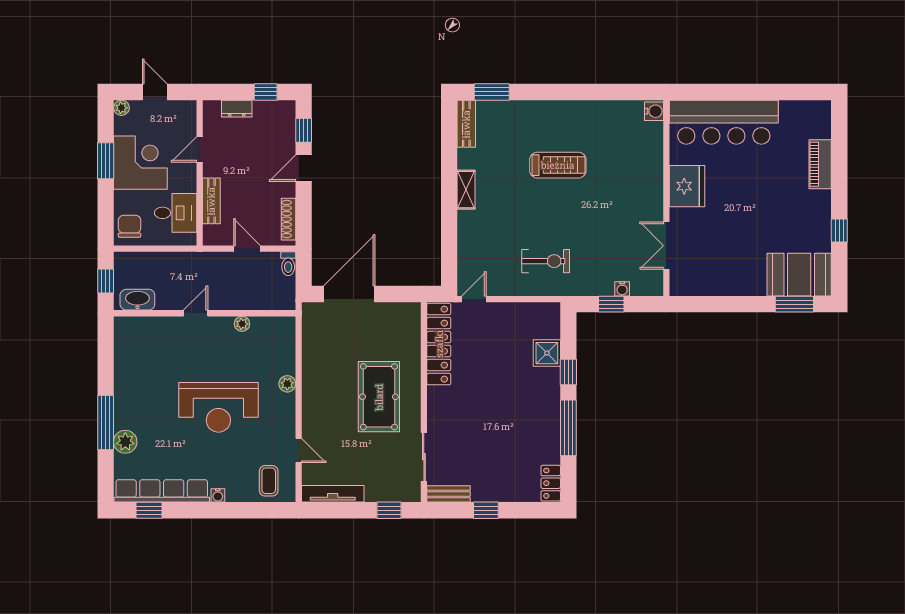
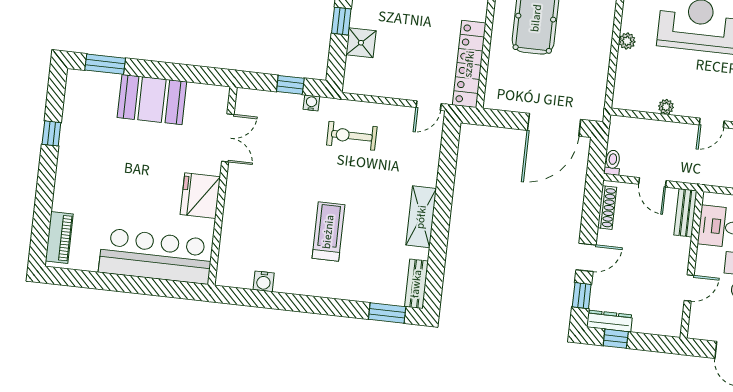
dresser: (237, 109) -> (609, 321), moved, width x1.44
water cooler: (654, 111) -> (264, 281), moved, turned -90
piano: (820, 164) -> (59, 237), moved
treadmill: (558, 165) -> (328, 232), turned 90
shelving: (466, 190) -> (421, 217), width x1.50, depth x1.33
bench: (211, 201) -> (685, 213), moved
booth: (799, 275) -> (152, 100), moved
water cooler: (622, 289) -> (311, 103), moved

